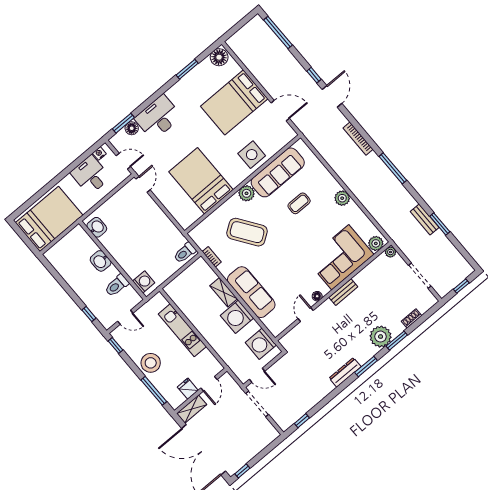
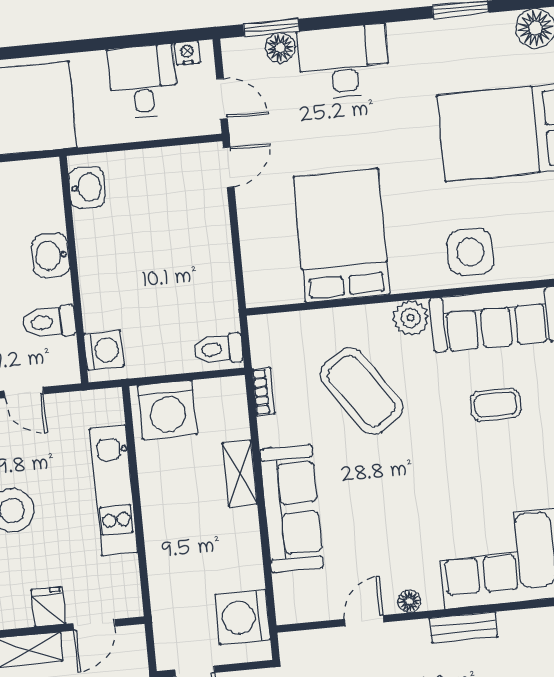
washing machine: (237, 317) -> (167, 410), moved, turned -90

